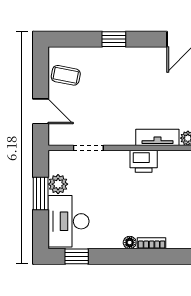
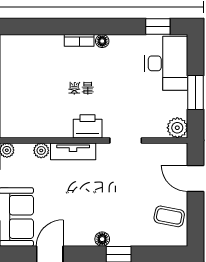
floor lamp: (130, 54) -> (102, 239), added
doorway: (88, 148) -> (126, 140), moved
plant: (58, 184) -> (177, 128), moved

